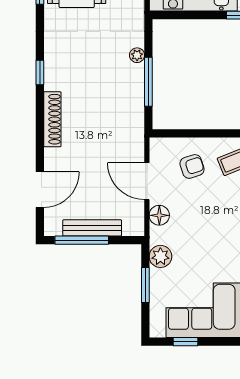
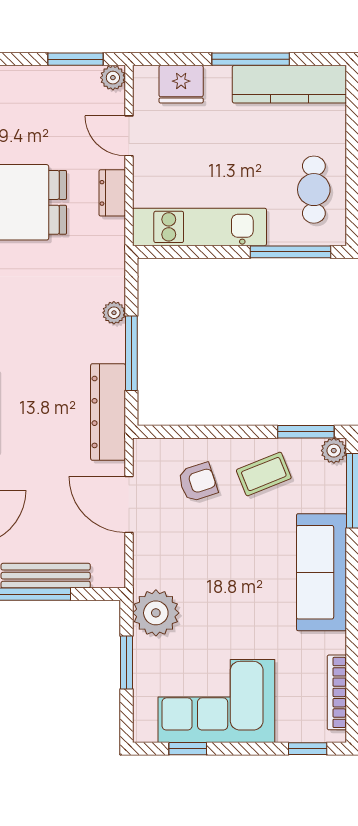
dresser: (133, 120) -> (108, 412), added
floor lamp: (159, 215) -> (148, 556), removed
plant: (160, 256) -> (156, 613), width x1.36, depth x1.36

